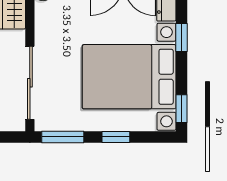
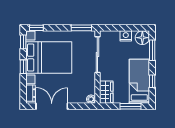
window: (181, 38) -> (23, 67), moved
window: (116, 137) -> (36, 28), moved

